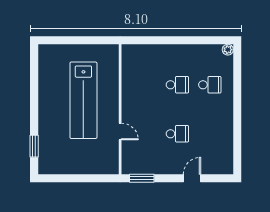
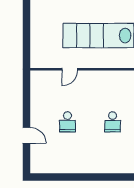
school desk: (210, 85) -> (113, 152), removed
window: (142, 178) -> (27, 89), removed

